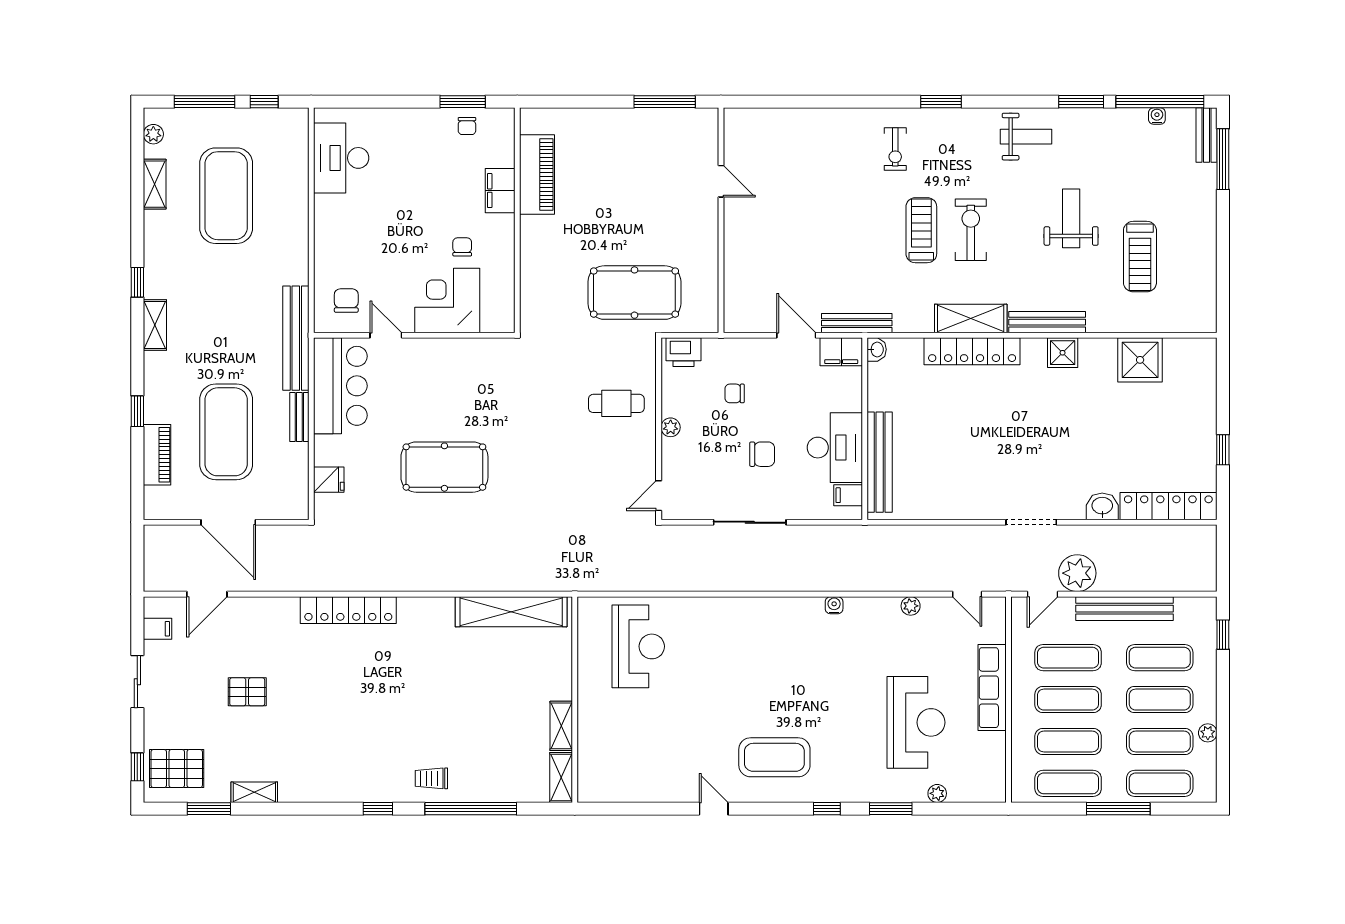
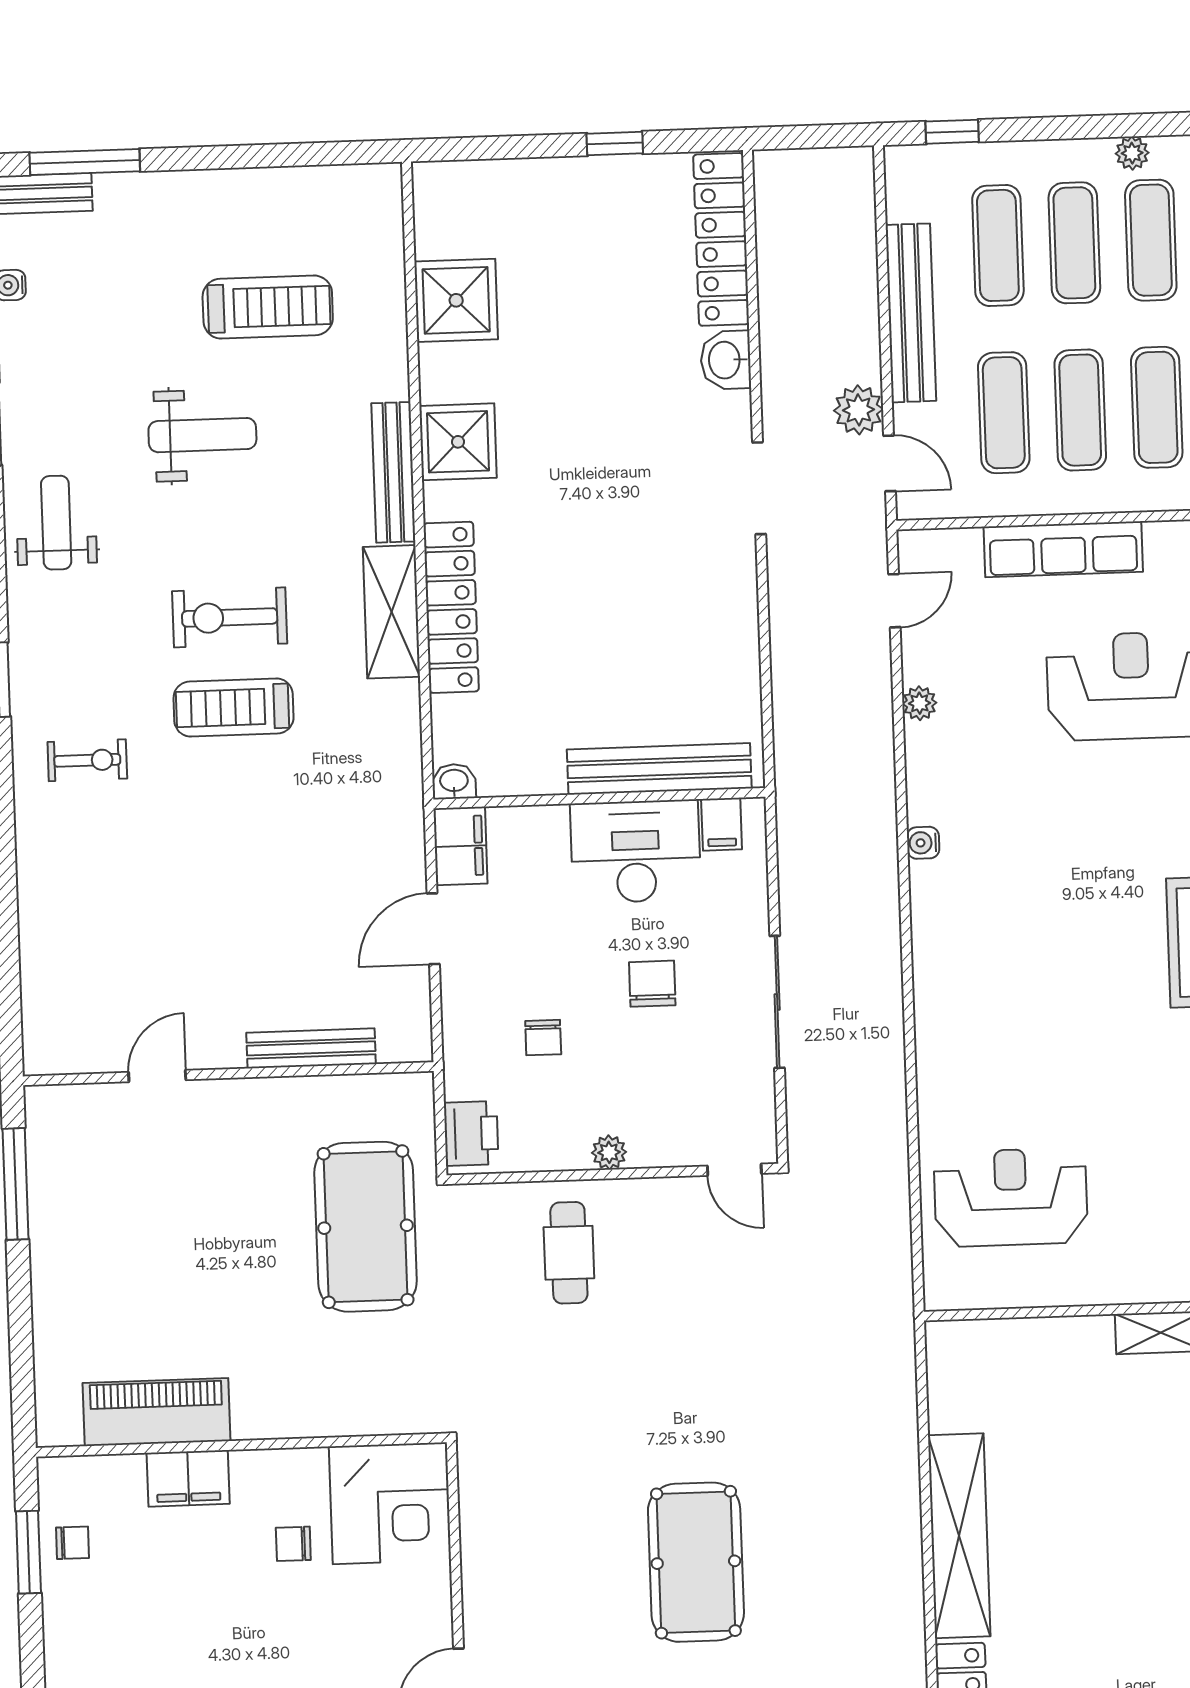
weight bench: (1071, 218) -> (202, 435), turned 180
corner desk: (447, 301) -> (390, 1503), moved, turned -90
bench: (857, 323) -> (311, 1048), moved, turned 90
shower: (1063, 353) -> (458, 442), width x1.36, depth x1.36
plant: (1077, 573) -> (858, 410), width x0.73, depth x0.73
shelving: (511, 612) -> (959, 1536), moved

